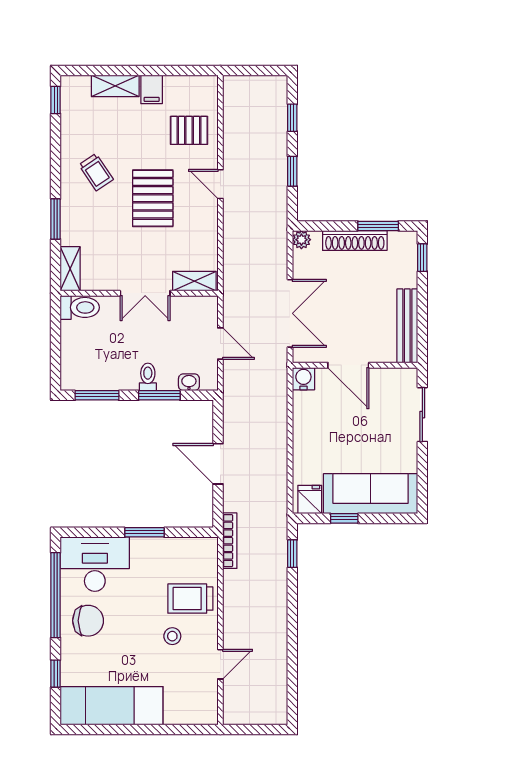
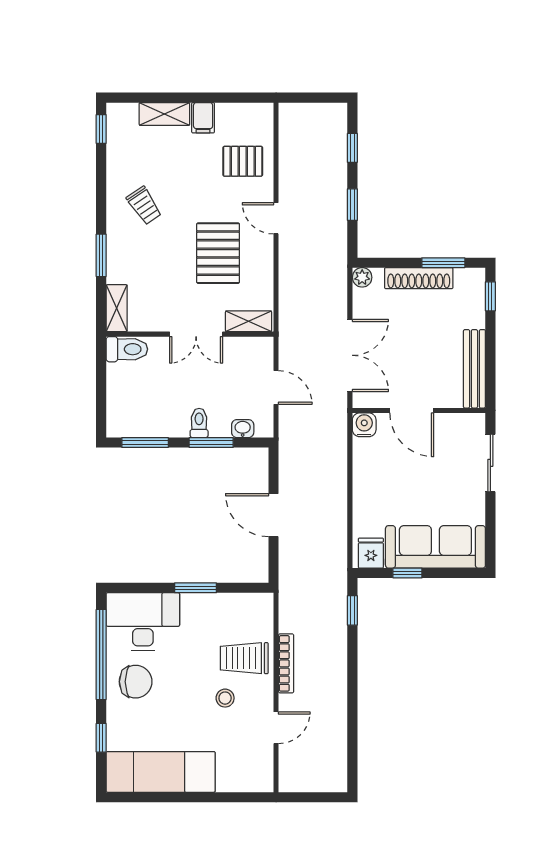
pallet: (153, 198) -> (218, 253), moved
bookcase: (230, 541) -> (286, 663), moved

